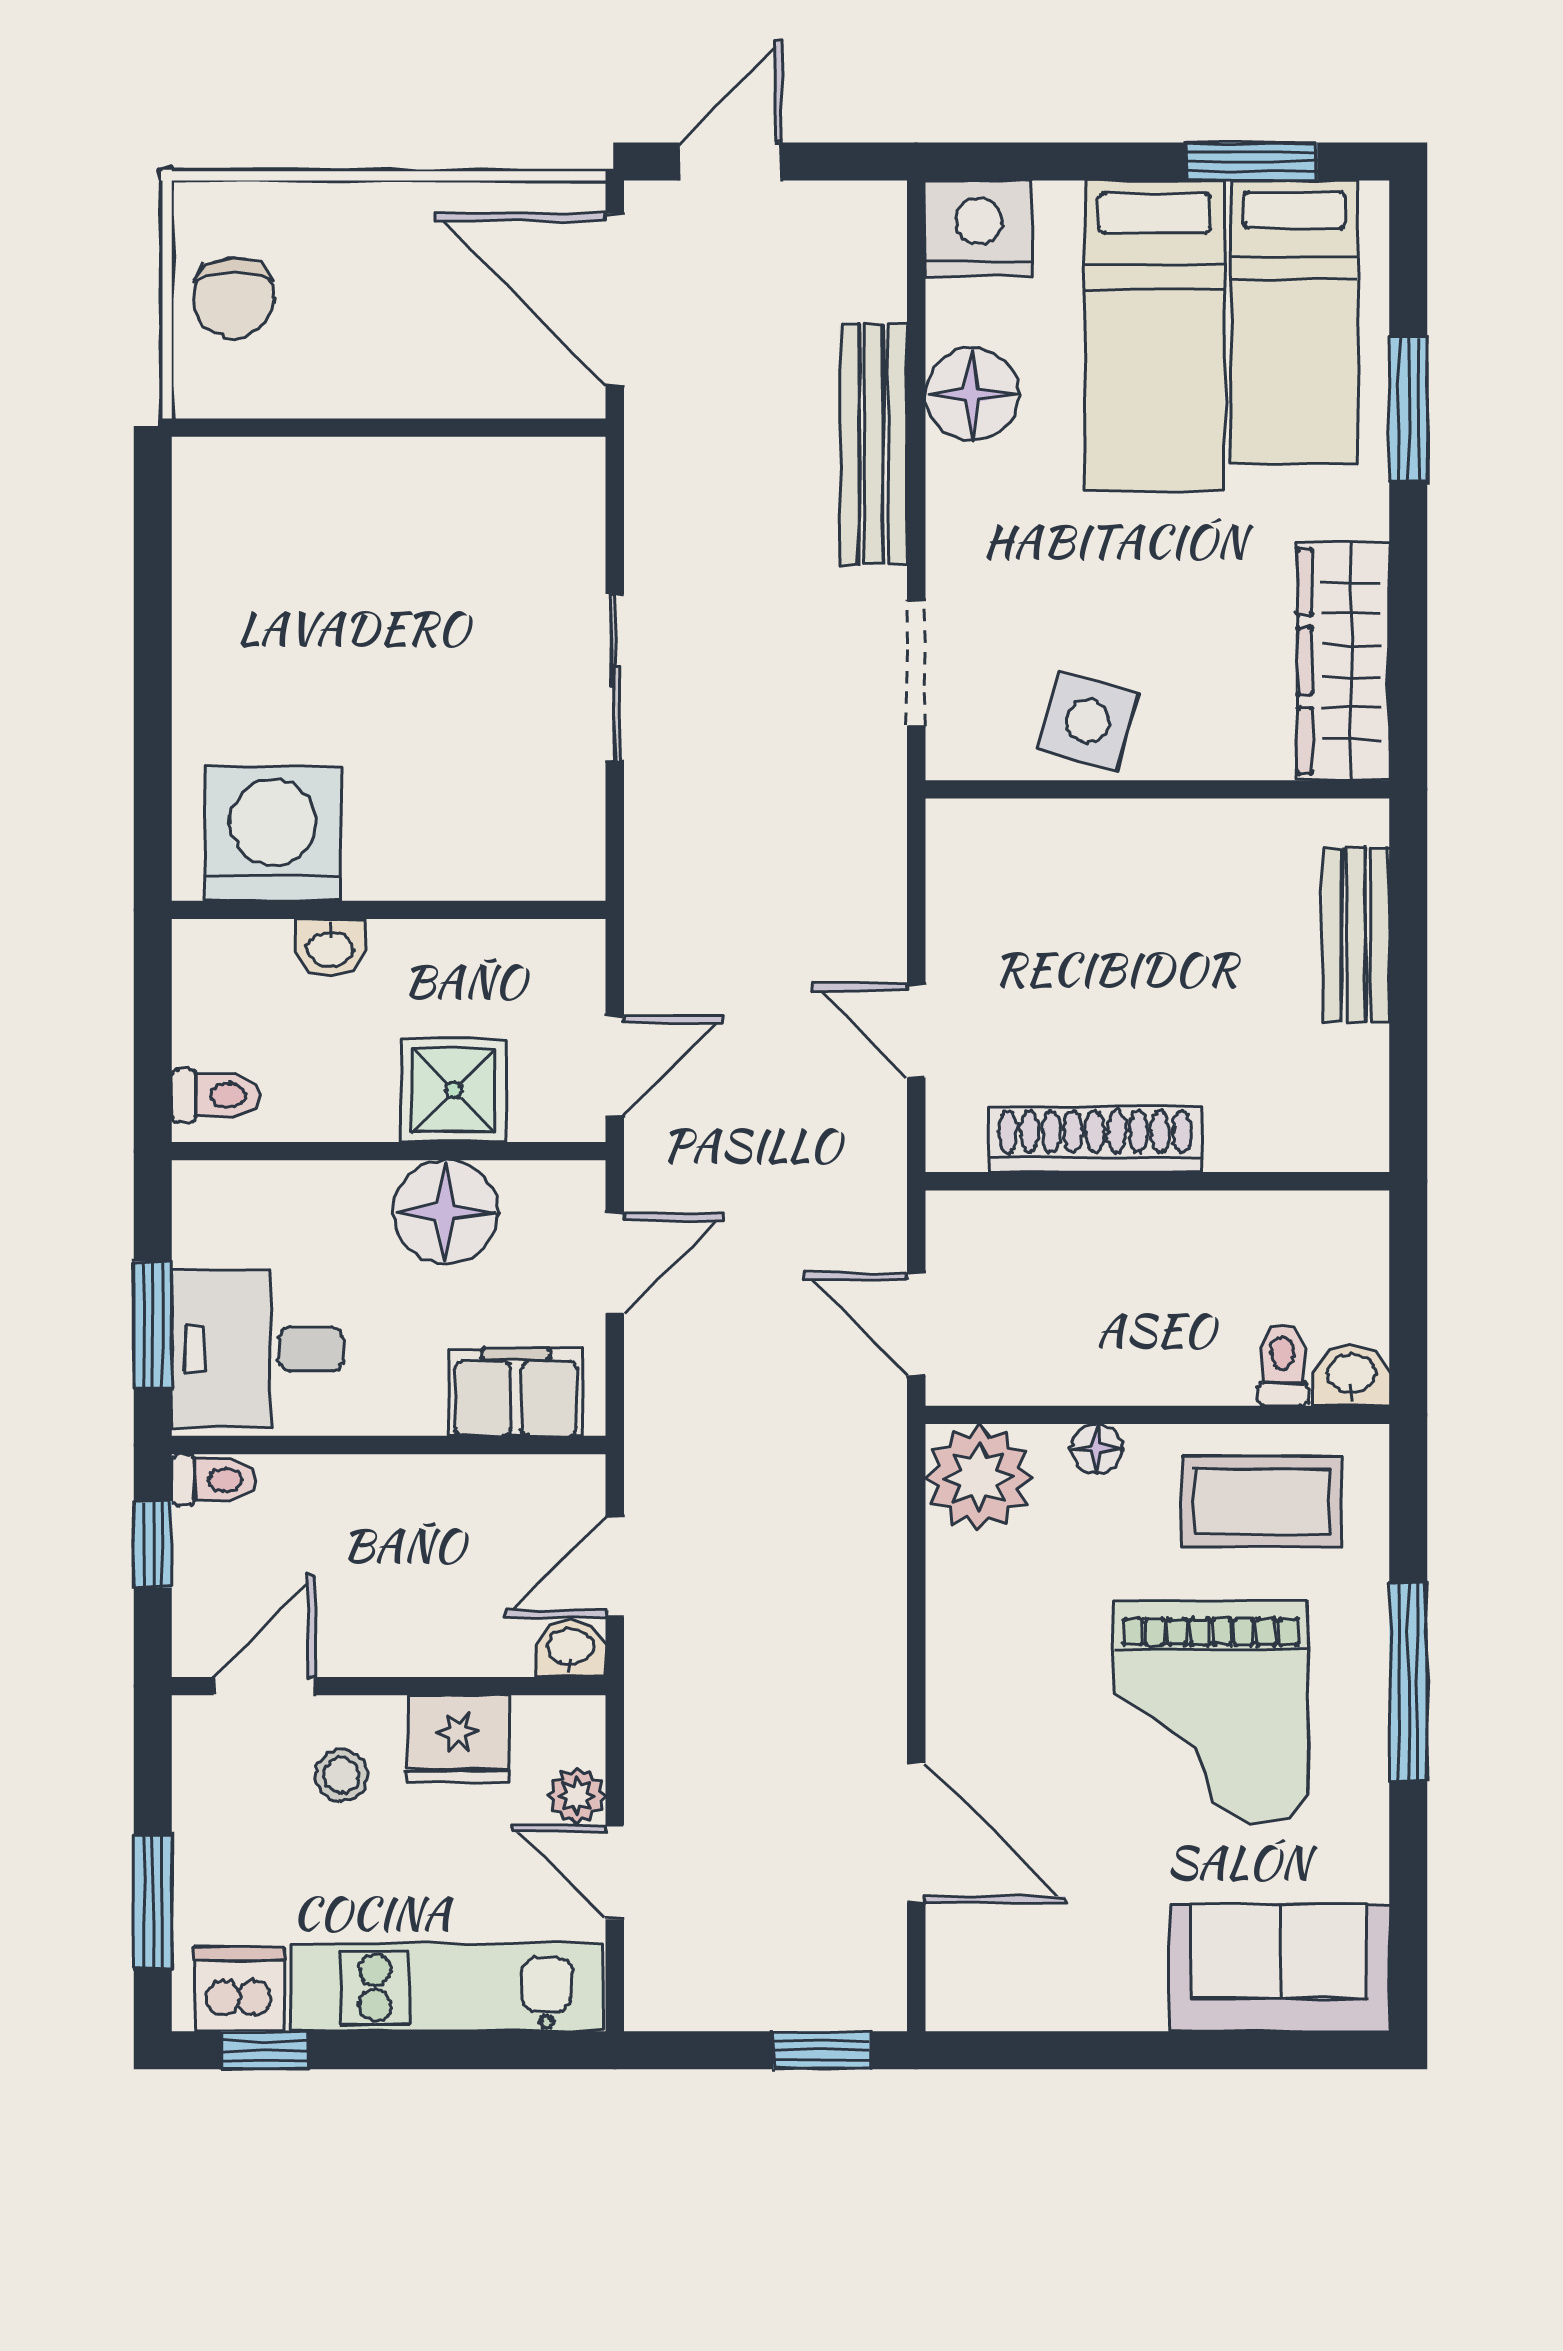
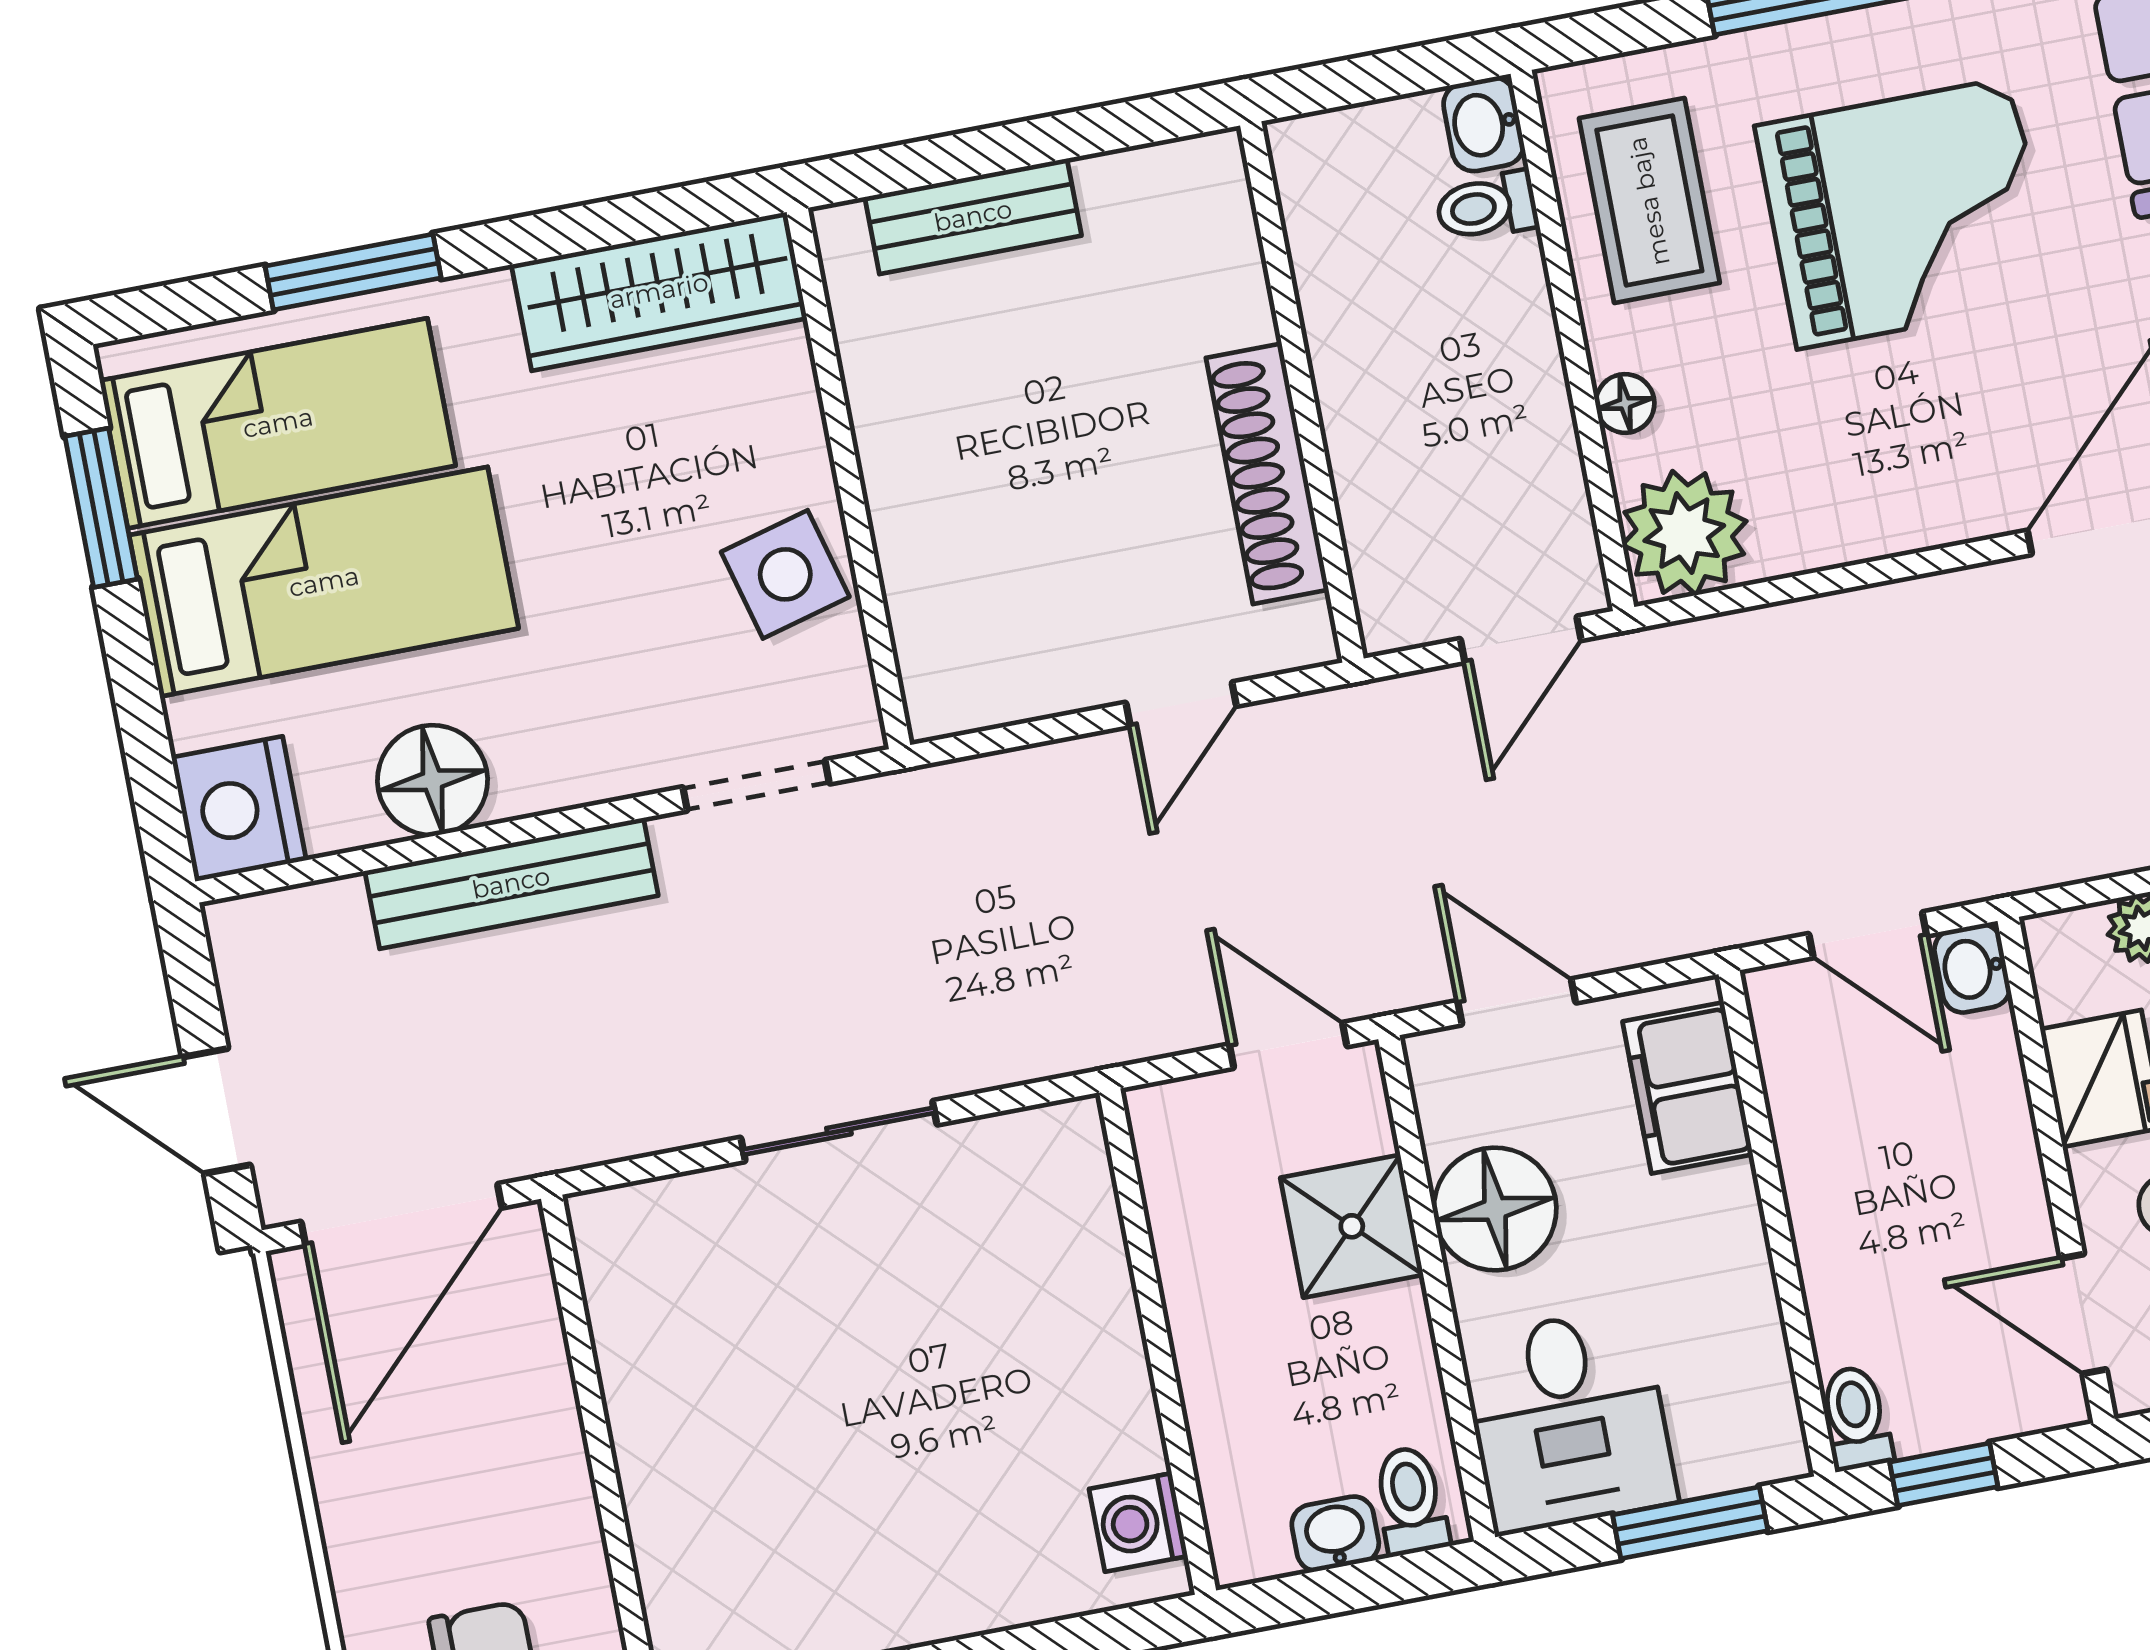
side table: (1087, 721) -> (785, 574), turned -30
washing machine: (273, 833) -> (1138, 1522), width x0.53, depth x0.53
washbasin: (330, 947) -> (1335, 1534), moved, turned -90
desk: (258, 1349) -> (1568, 1420), moved

